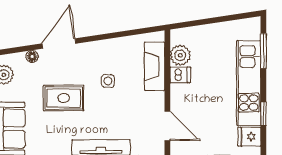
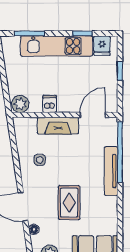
plant: (180, 55) -> (20, 104), moved
fireplace: (155, 66) -> (58, 126), moved
side table: (108, 81) -> (40, 160), moved

